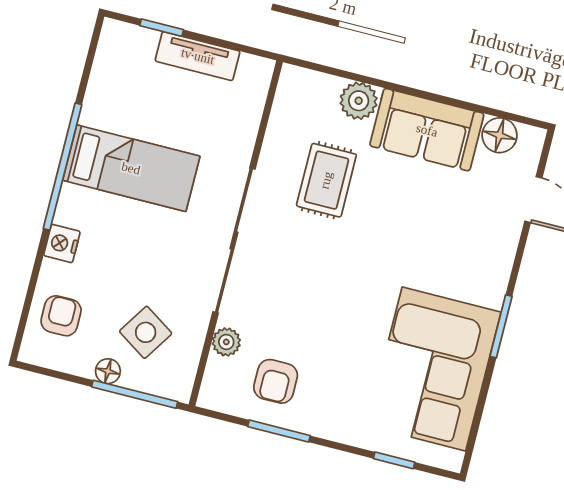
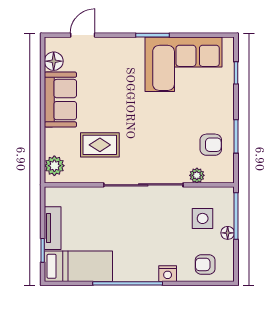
plant: (359, 101) -> (54, 166), moved
bed: (131, 168) -> (78, 266), moved, turned 90
side table: (146, 332) -> (203, 218), turned -33

